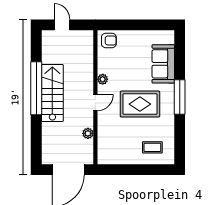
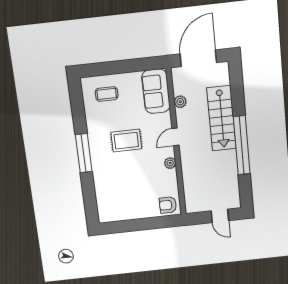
sofa: (163, 64) -> (156, 91), moved, turned 180
stairs: (52, 93) -> (222, 118), moved
rug: (140, 104) -> (126, 141), width x0.73, depth x0.70

